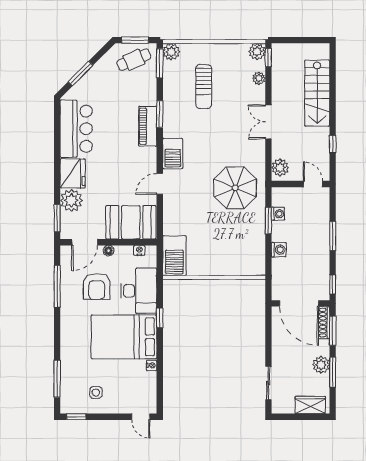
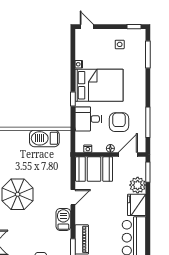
barbecue: (174, 256) -> (44, 138), moved, turned -90
desk: (139, 291) -> (88, 119), width x0.73

